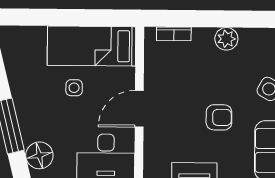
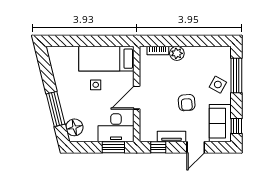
plant: (226, 39) -> (177, 53), moved
armchair: (219, 117) -> (187, 103), turned 86

